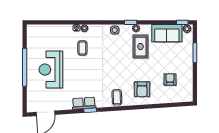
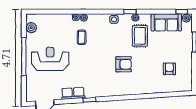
plant: (32, 38) -> (31, 28), added
reception desk: (51, 70) -> (50, 59), turned 90
armchair: (142, 89) -> (124, 64), moved, turned -90
coffee table: (117, 97) -> (116, 87), removed
row of seats: (84, 103) -> (73, 93), moved

